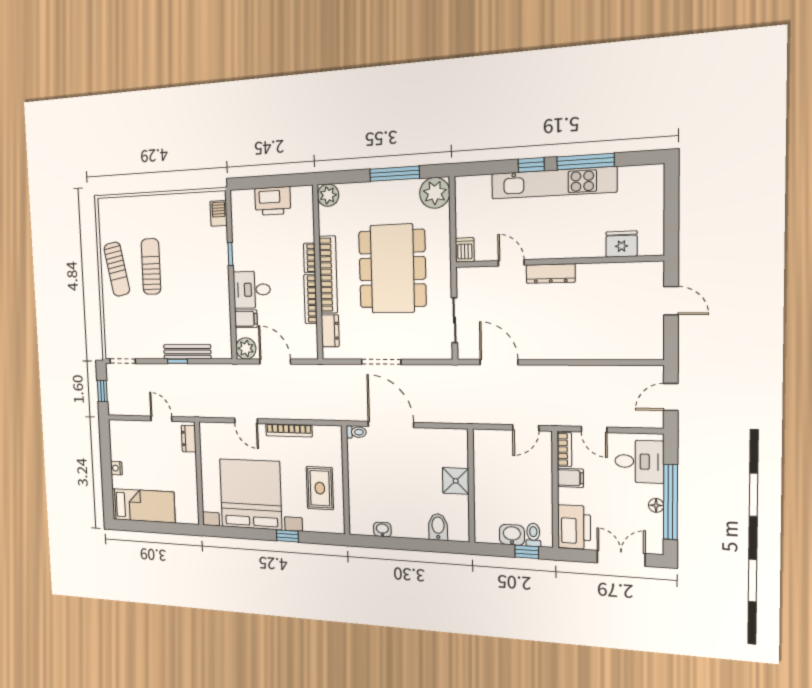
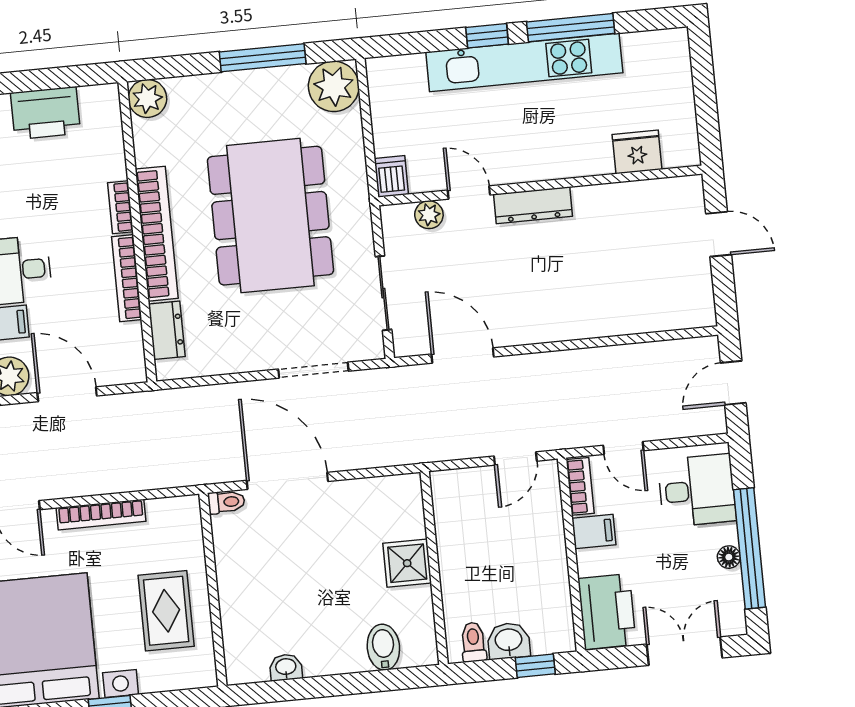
plant: (486, 275) -> (429, 215), added
doorway: (381, 362) -> (313, 370), moved
toilet: (533, 535) -> (473, 642), moved

